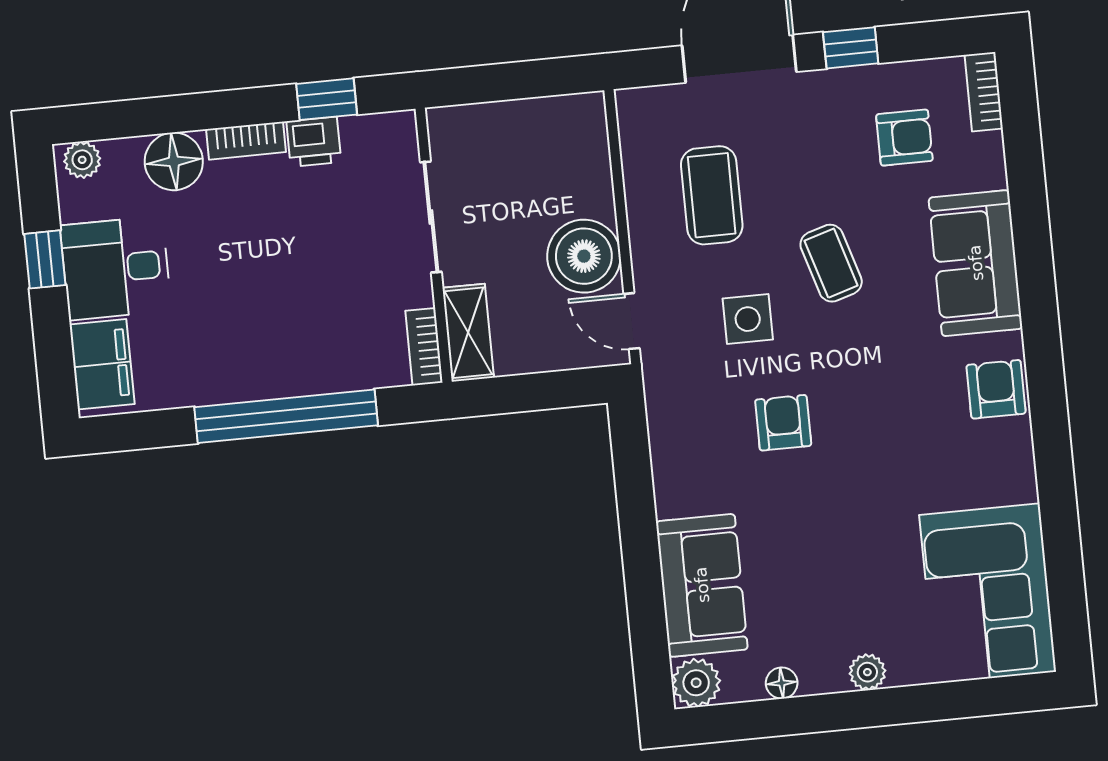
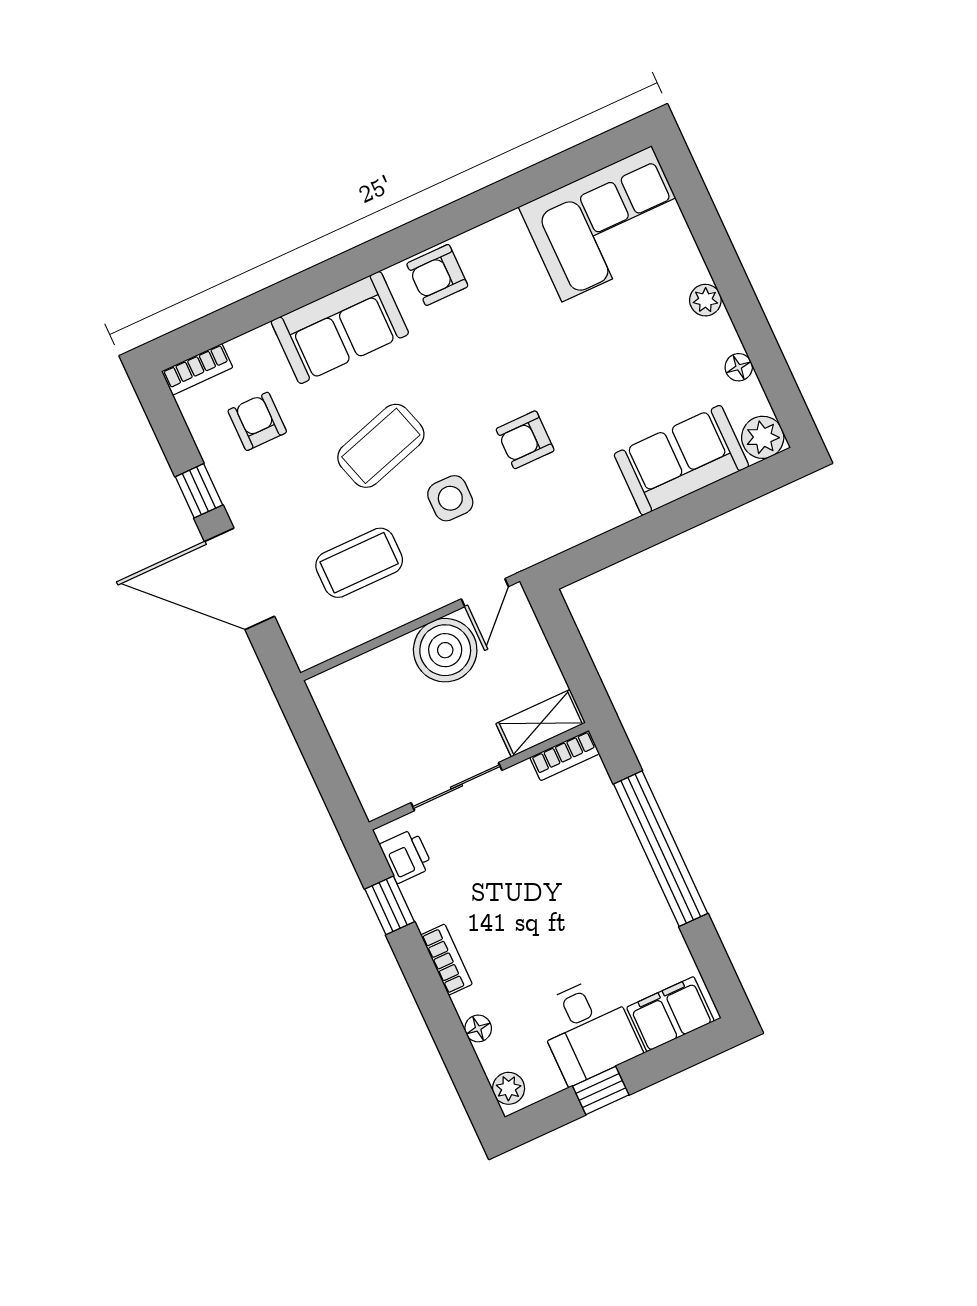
printer: (314, 142) -> (406, 856), moved
floor lamp: (174, 161) -> (478, 1028), width x0.53, depth x0.53
coffee table: (831, 263) -> (381, 446), width x1.36, depth x1.30

